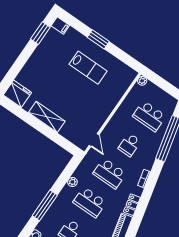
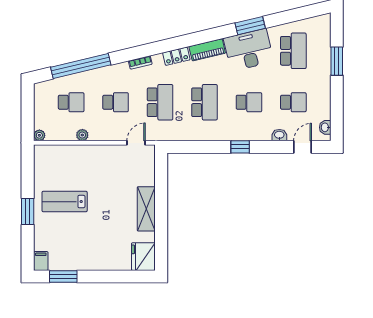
lab bench: (88, 68) -> (65, 202), turned -90
school desk: (149, 116) -> (71, 102), width x0.54
plant: (72, 182) -> (82, 135), moved
window: (45, 205) -> (240, 147), width x0.46

